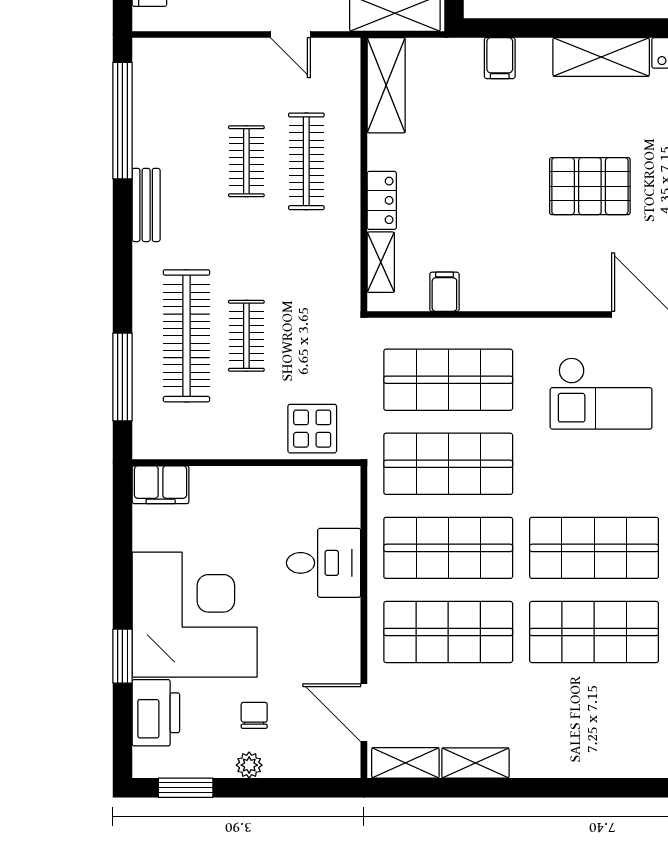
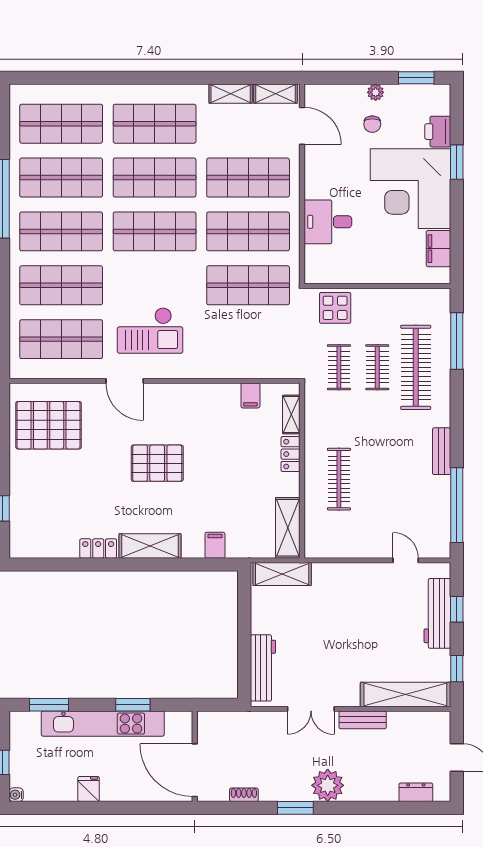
door: (290, 34) -> (406, 560), moved
clothes rail: (246, 161) -> (339, 367), moved
shop shelf: (448, 380) -> (155, 124), moved
checkout: (601, 393) -> (150, 330), turned 180
filing cabinet: (161, 485) -> (438, 249), moved, turned -90
printer: (156, 713) -> (438, 132), width x0.73, depth x0.84

